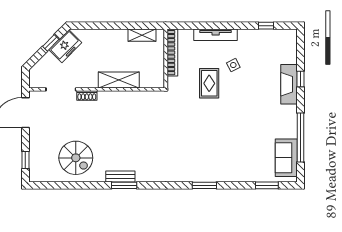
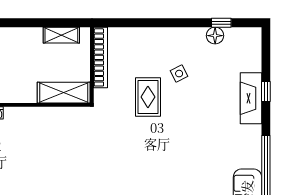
tv unit: (216, 35) -> (156, 35), removed
floor lamp: (261, 36) -> (215, 36), added
shelving: (119, 80) -> (64, 93), moved

